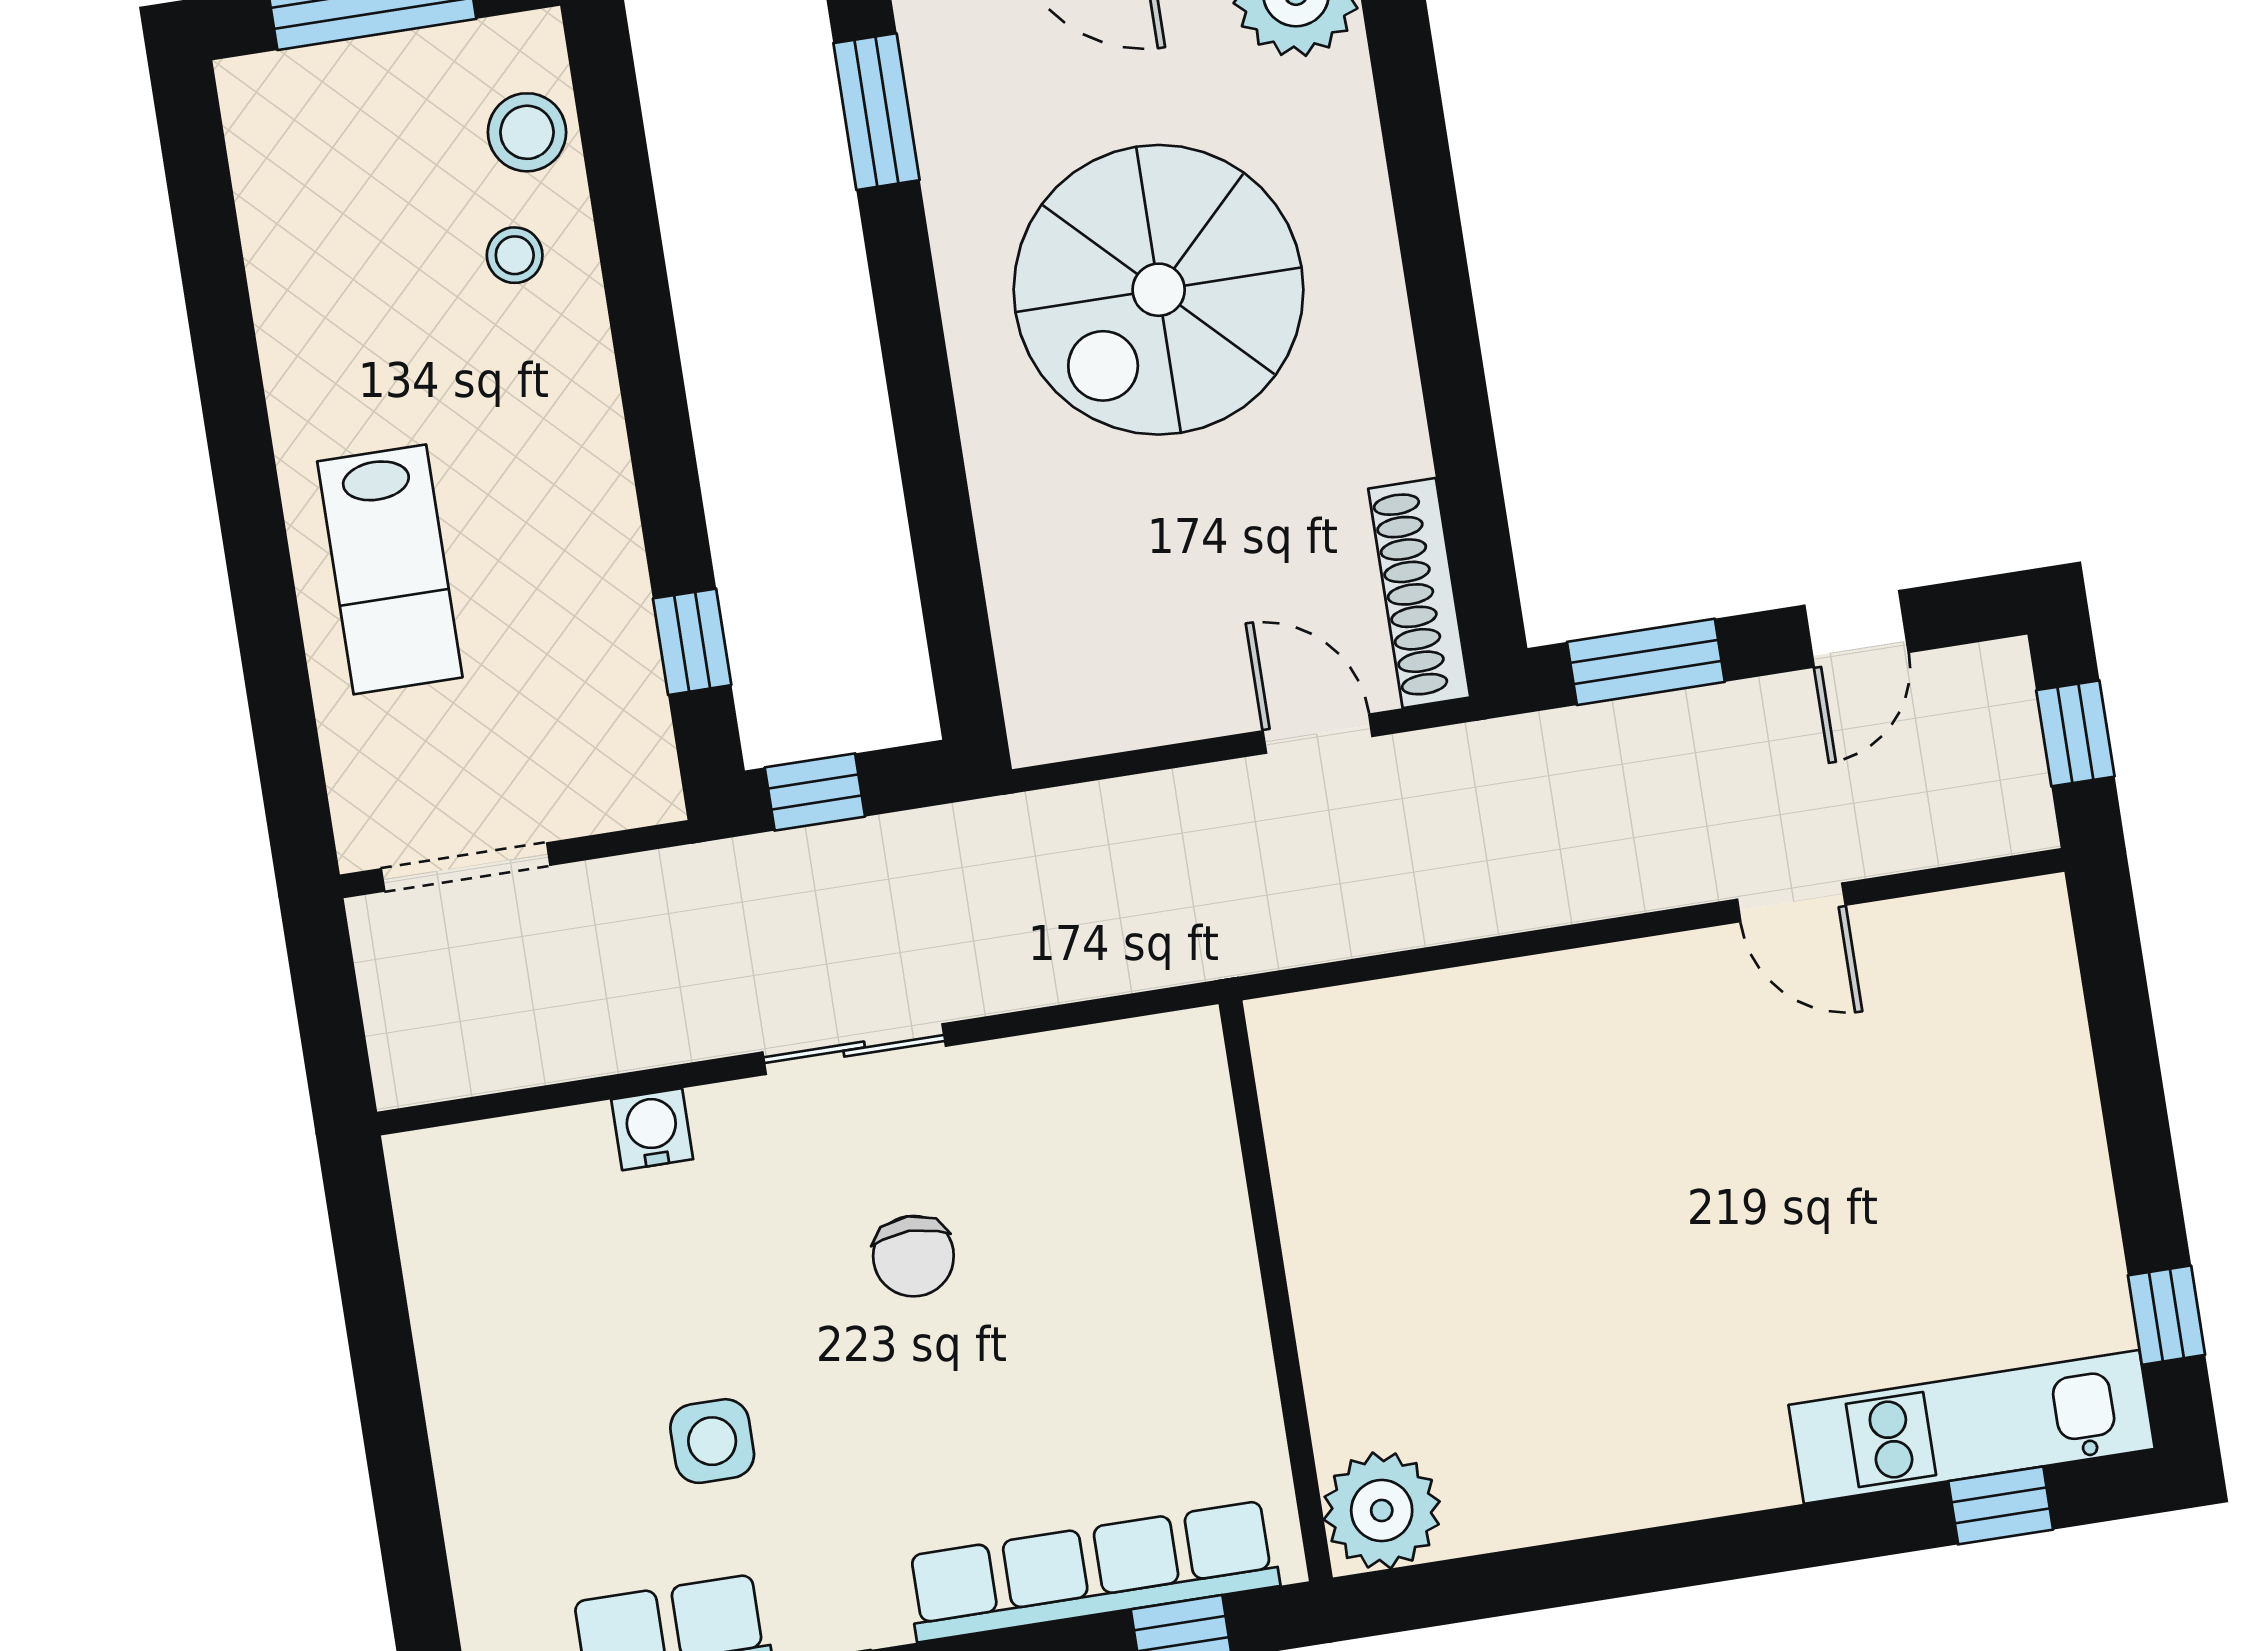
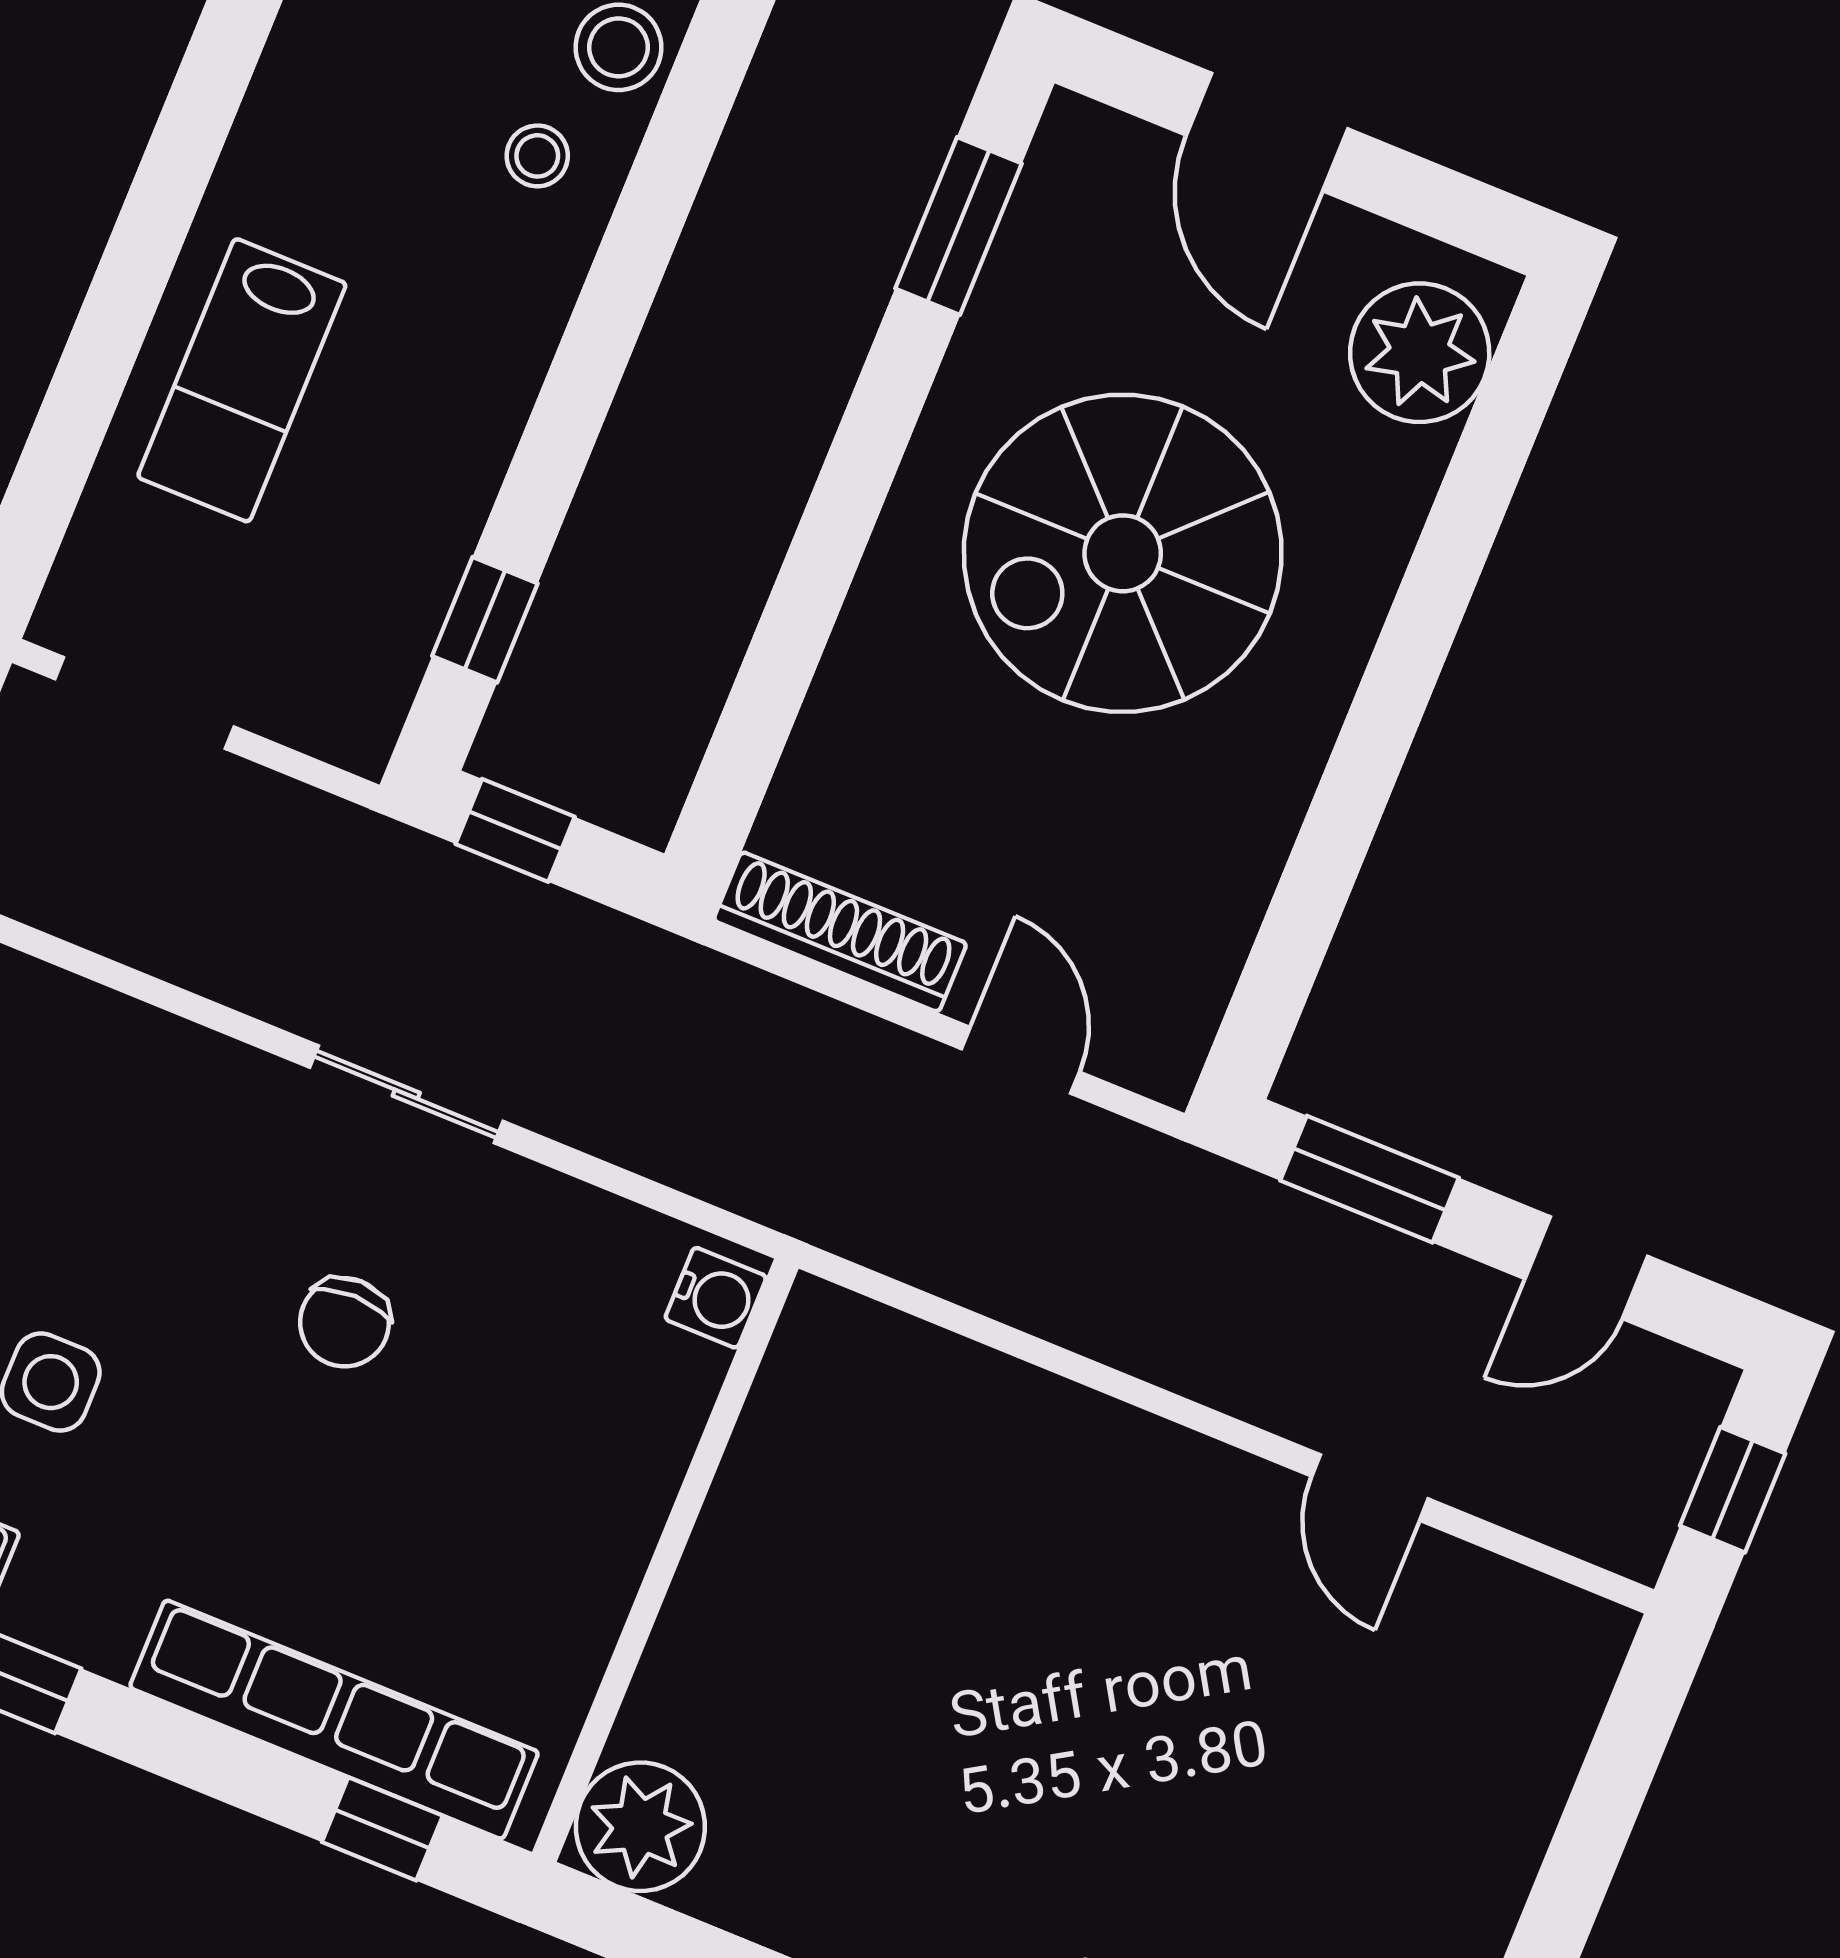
shoe rack: (1419, 593) -> (840, 932), moved, turned 90
water cooler: (652, 1129) -> (716, 1298), moved, turned 90

